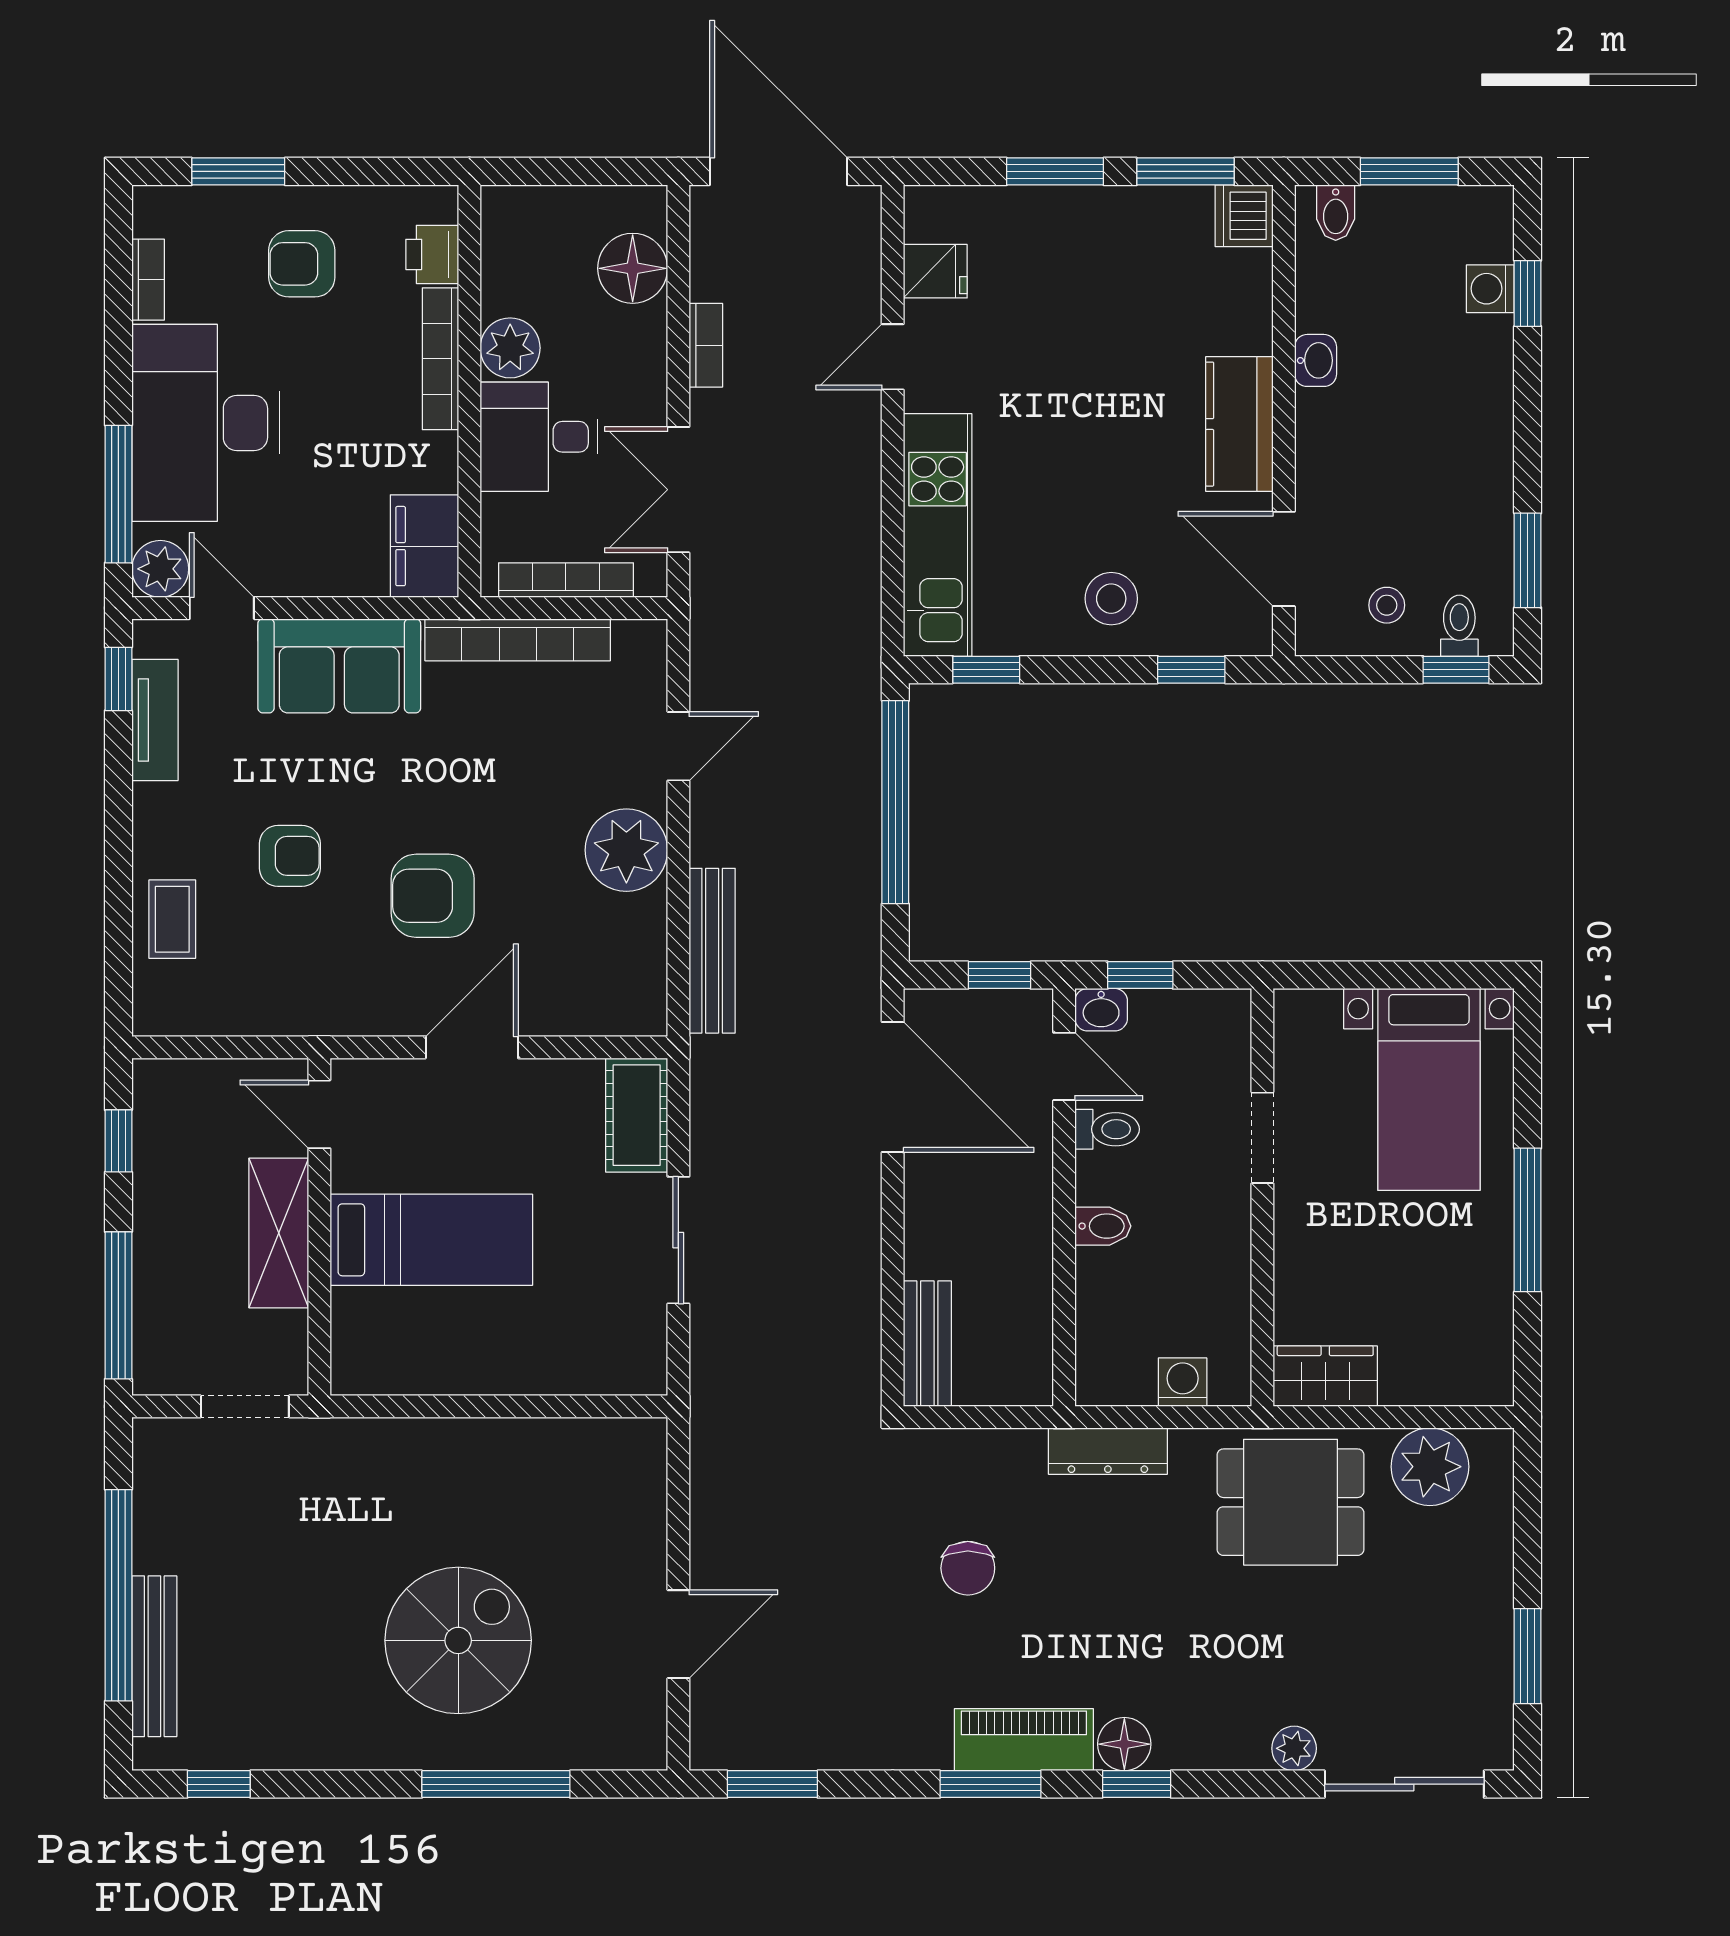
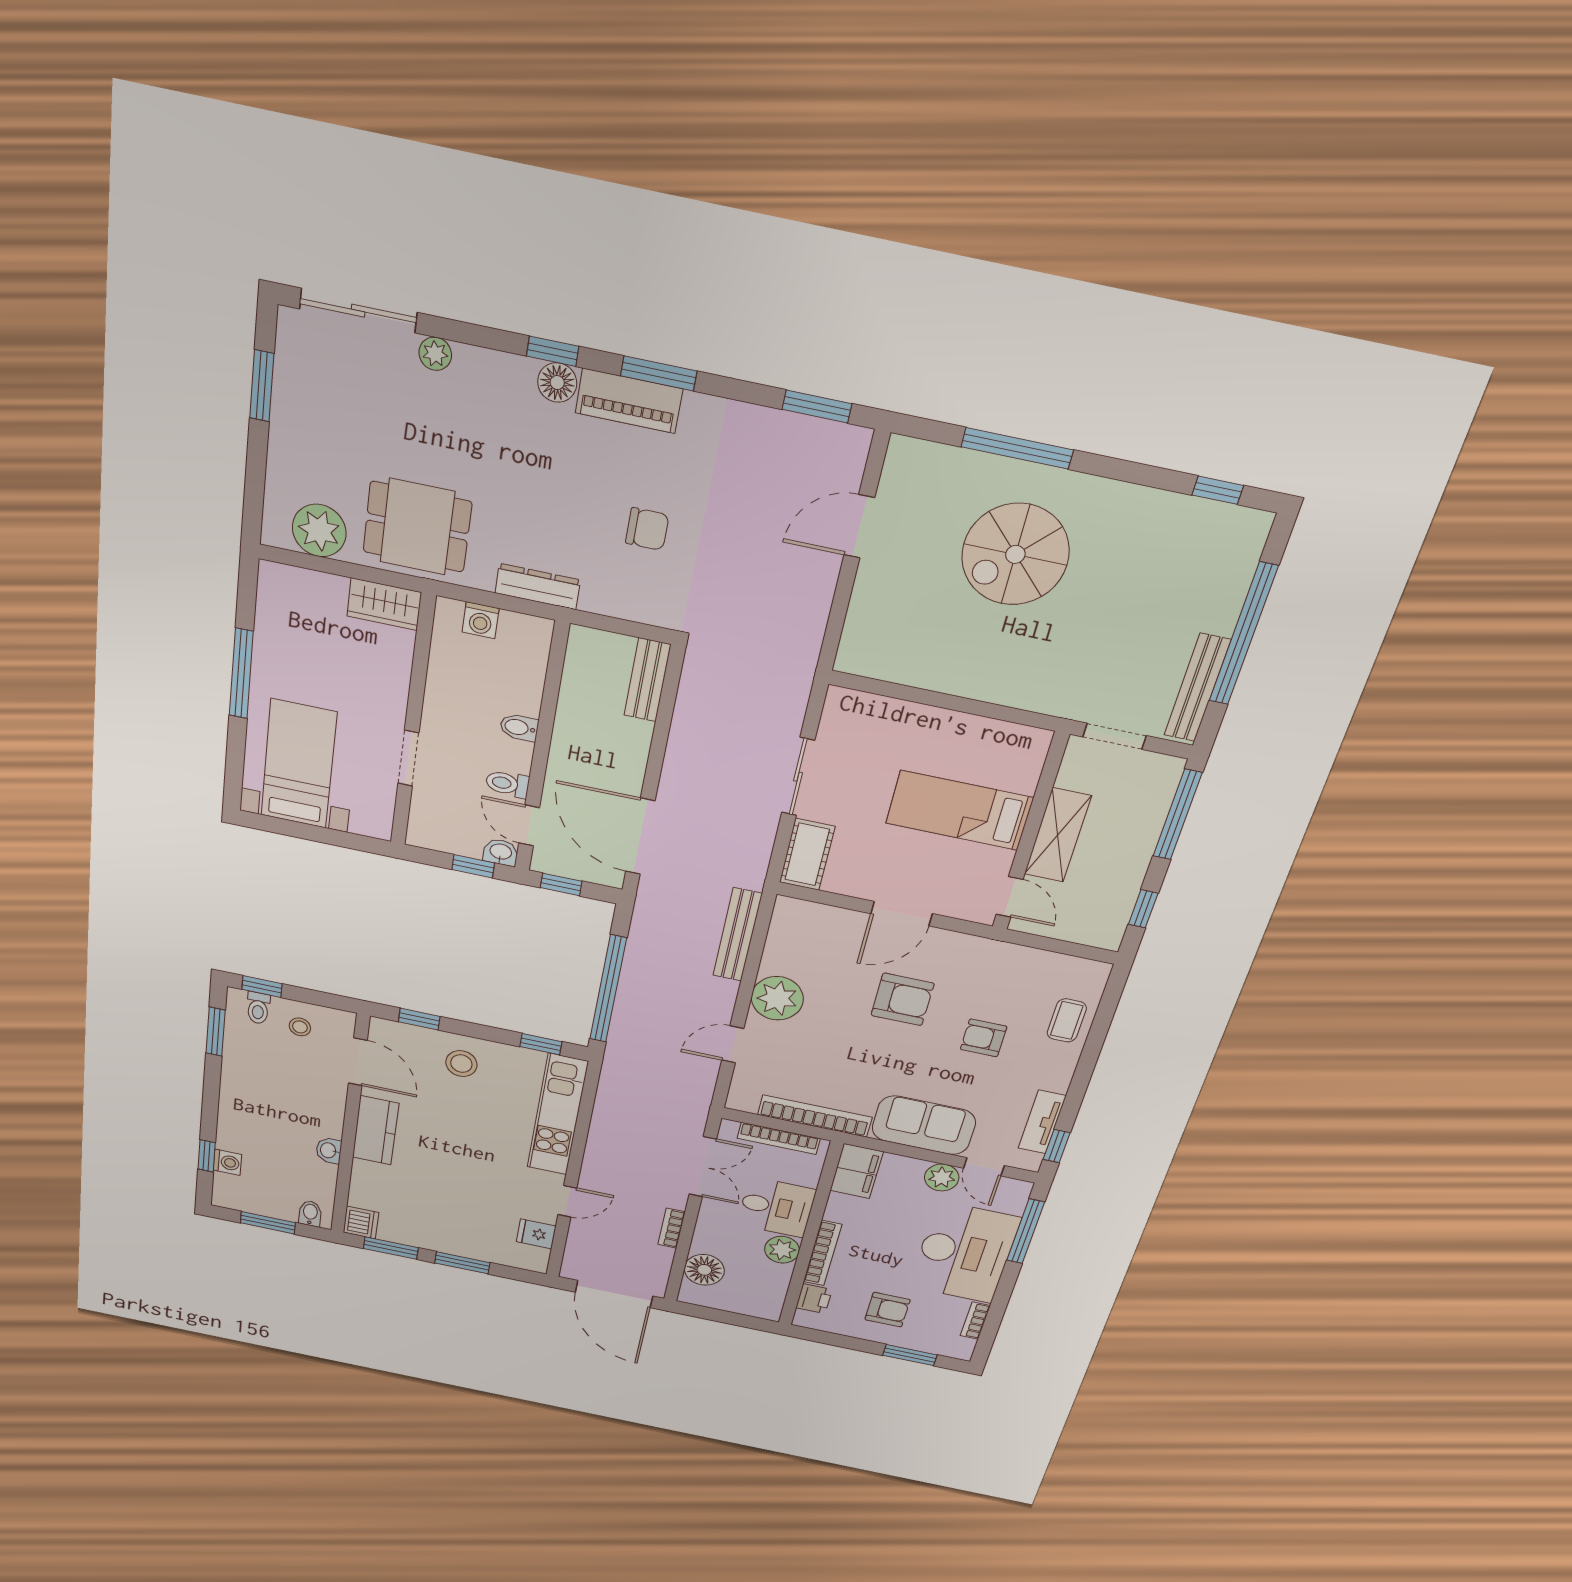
plant: (160, 569) -> (942, 1178), moved
chair: (968, 1568) -> (647, 529), turned 90
bench: (154, 1656) -> (1197, 688), moved

